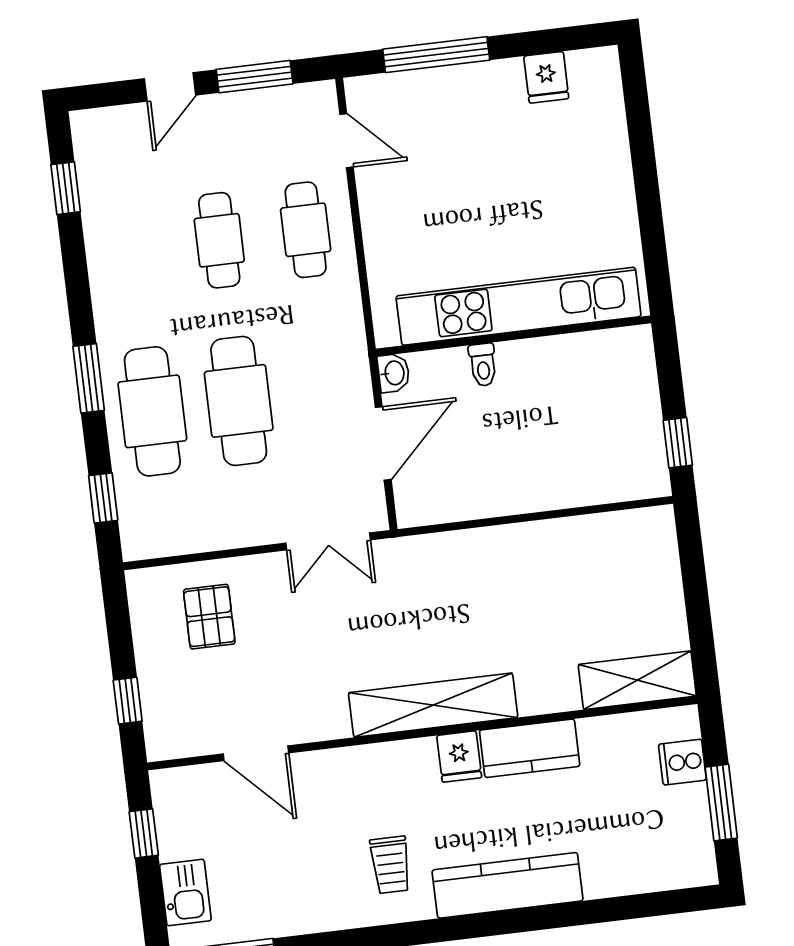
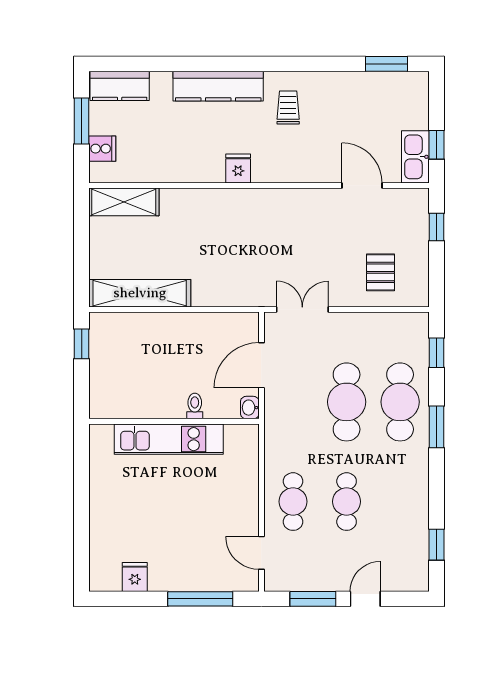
kitchen unit: (519, 306) -> (169, 439), width x0.73
shelving: (433, 705) -> (140, 293), moved
kitchen counter: (530, 748) -> (120, 86), moved, turned 180
kitchen sink: (185, 892) -> (415, 157), moved, width x1.38

